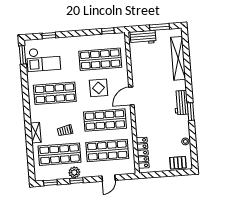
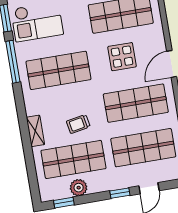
window: (25, 85) -> (13, 62), added
plant: (74, 172) -> (79, 188), moved
window: (76, 181) -> (120, 193), moved

